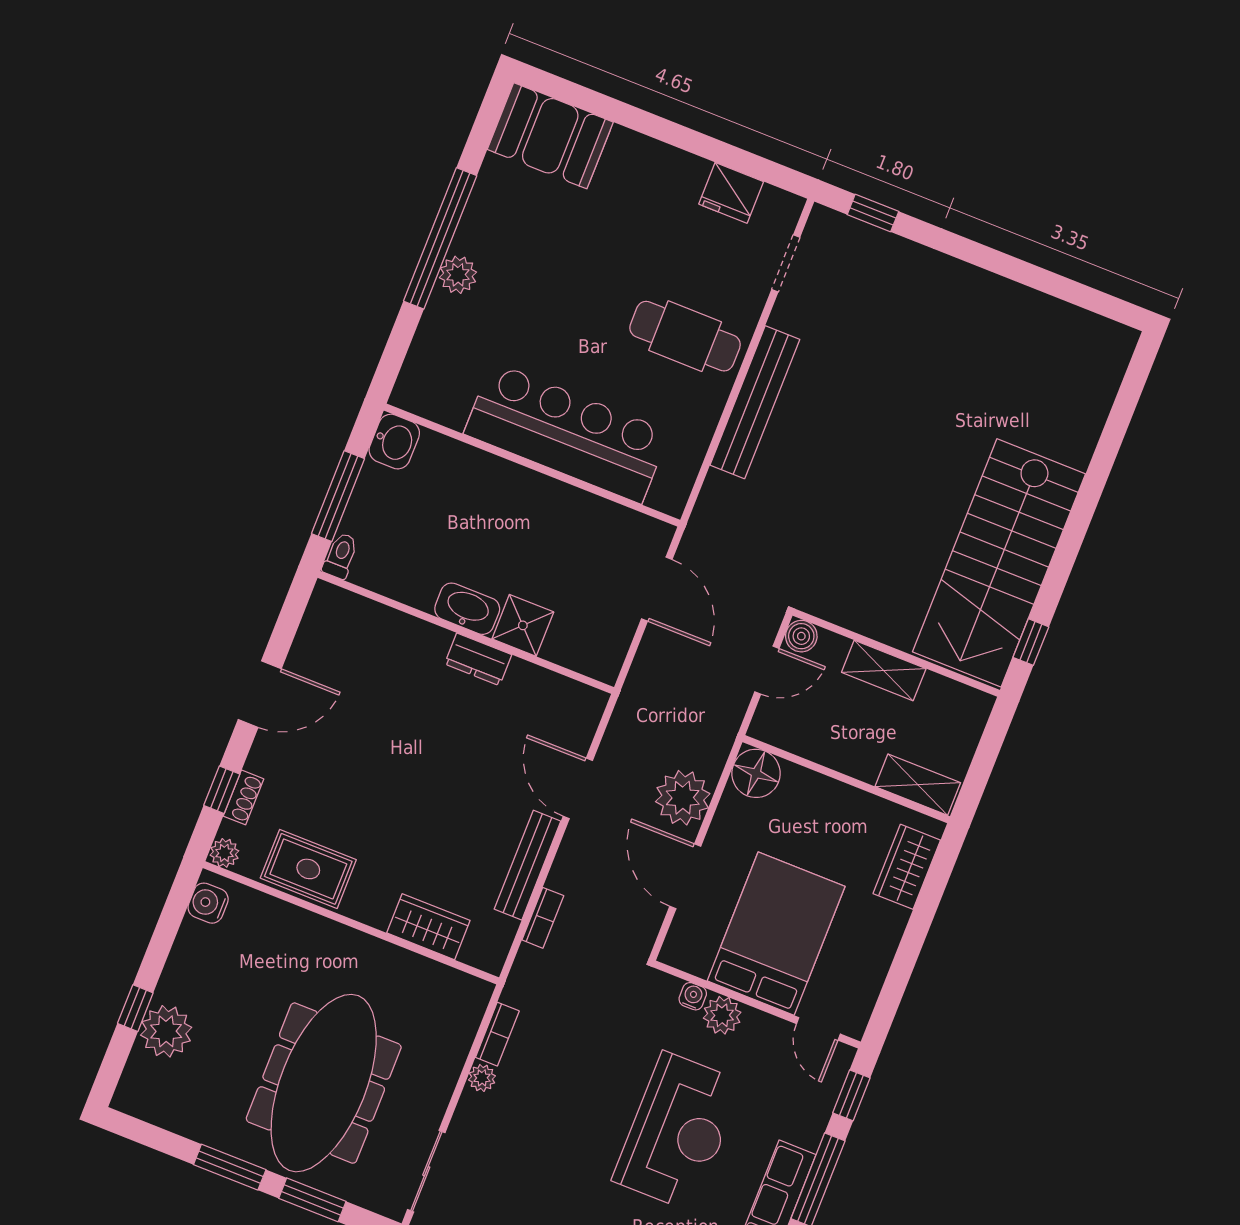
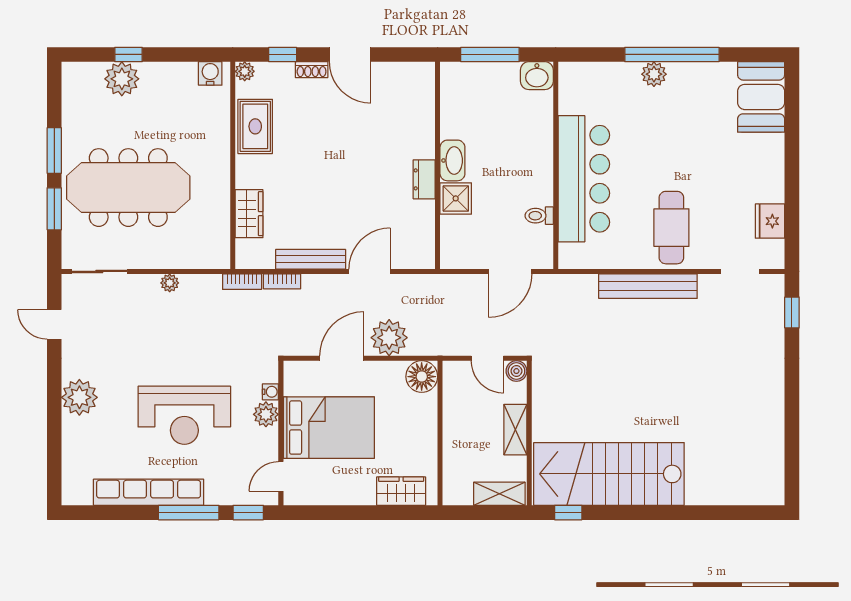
toilet: (341, 556) -> (539, 216), moved, turned 180
shelving: (918, 785) -> (499, 494), moved, turned 90
shoe rack: (244, 797) -> (312, 70), moved
bookcase: (497, 1034) -> (242, 282), moved

